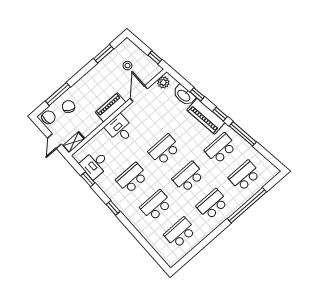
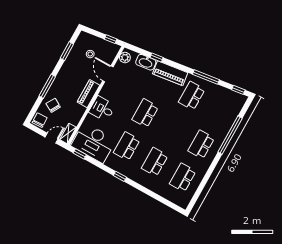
window: (58, 94) -> (47, 86), moved
window: (220, 114) -> (238, 90), moved
door: (54, 141) -> (52, 138), swing flipped
desk: (95, 164) -> (93, 143), width x1.87, depth x1.30
school desk: (245, 176) -> (220, 111), removed
school desk: (188, 177) -> (173, 129), removed
window: (88, 179) -> (80, 154), moved

